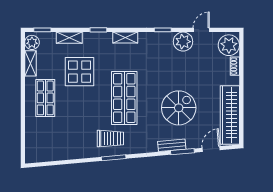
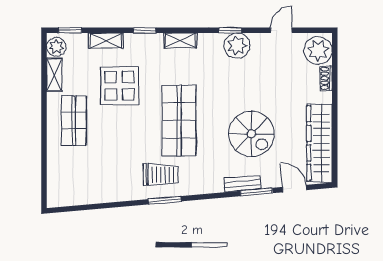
plant: (183, 42) -> (237, 46), moved
spiral stairs: (179, 108) -> (251, 134), turned 90
door: (211, 149) -> (294, 189), hinge flipped

